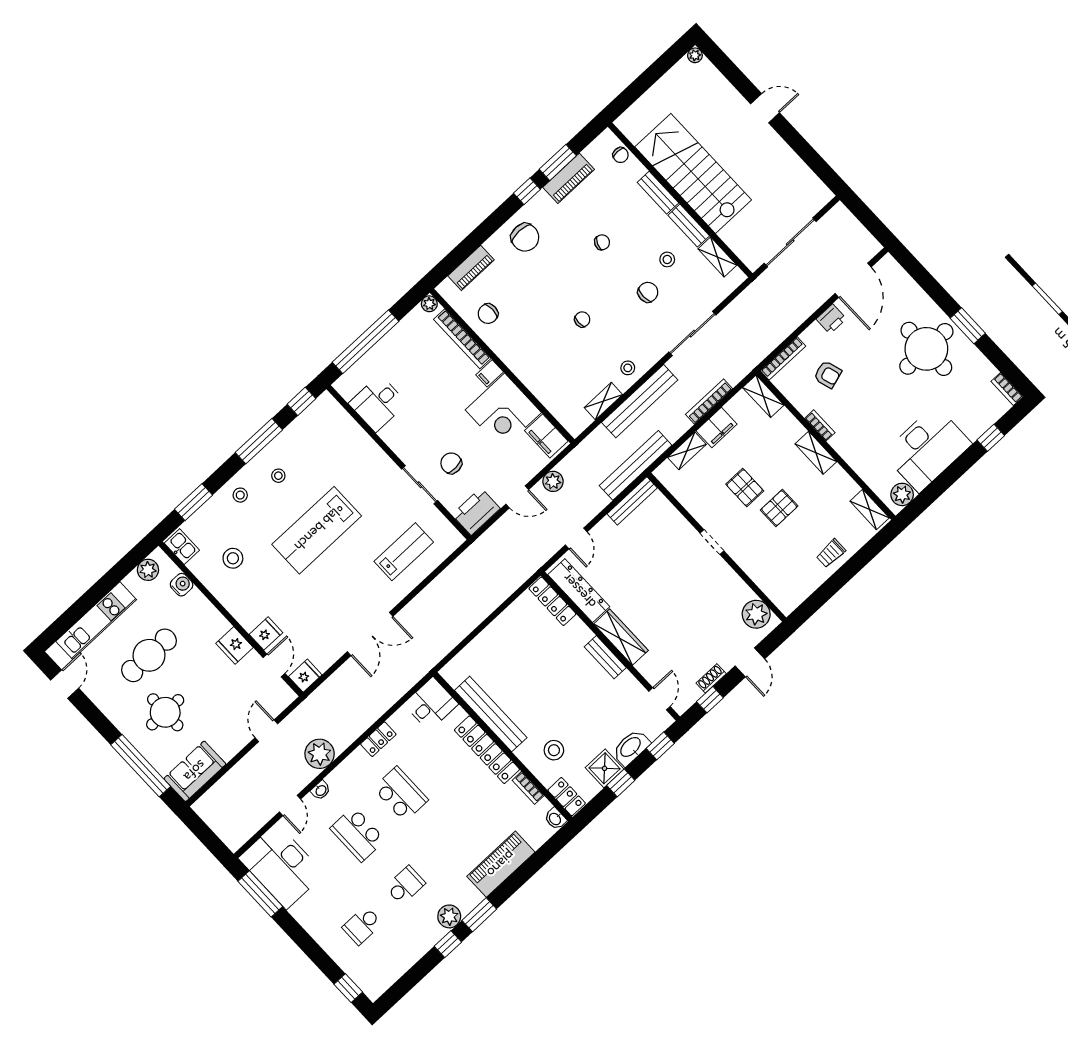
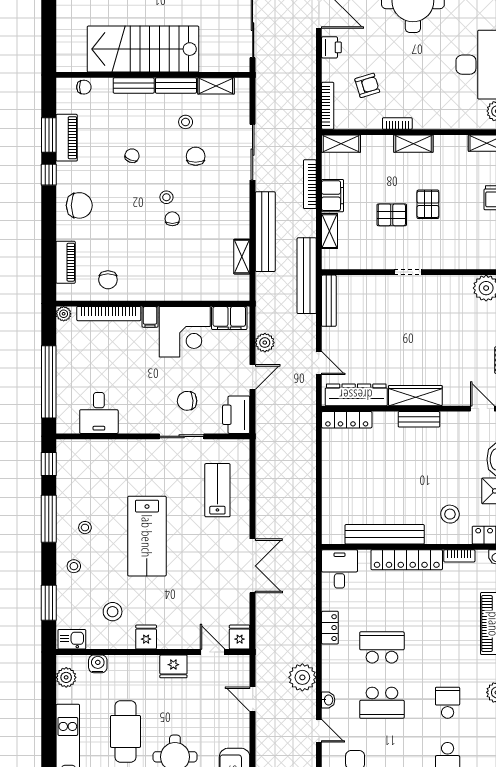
stool: (628, 368) -> (166, 197), moved
fridge: (266, 633) -> (146, 637), moved

